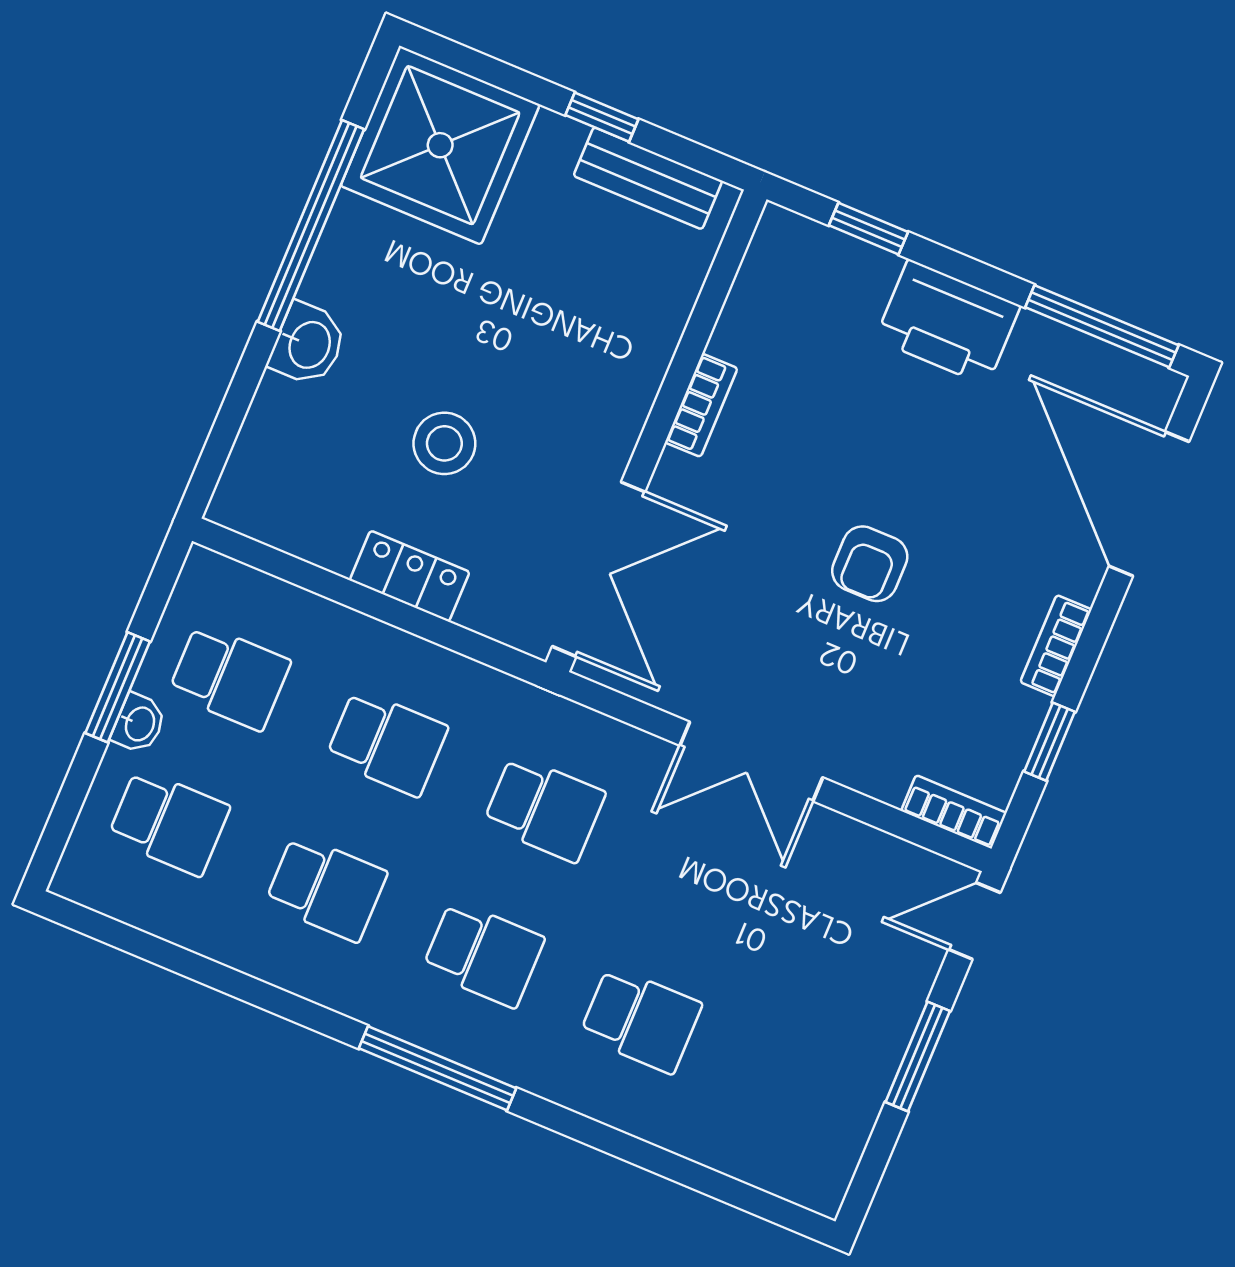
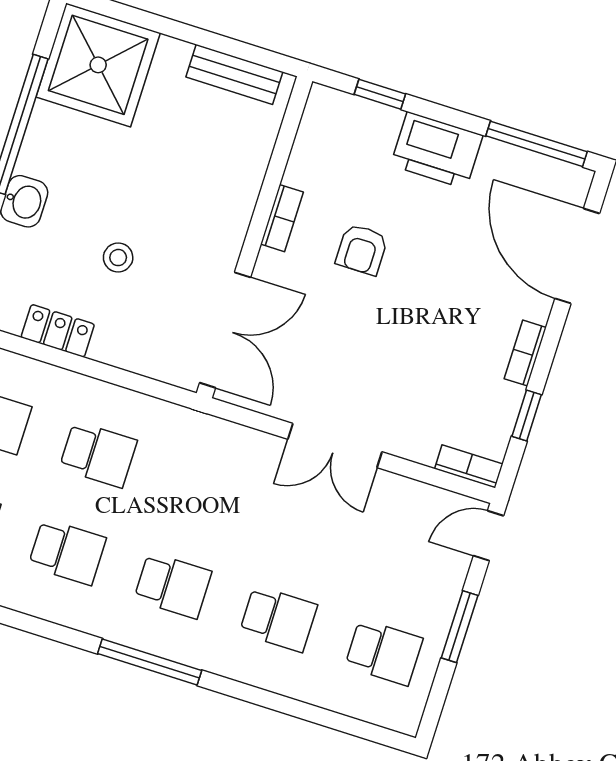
window: (602, 117) -> (201, 37), removed
stool: (444, 443) -> (118, 258), width x0.73, depth x0.73
armchair: (870, 564) -> (362, 249), moved
locker: (410, 576) -> (58, 331), moved
school desk: (544, 809) -> (384, 652), moved

